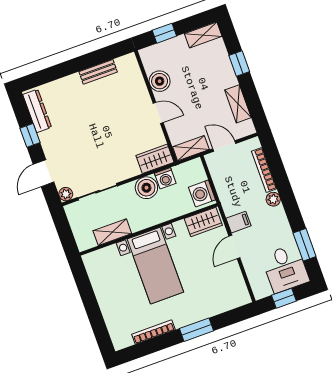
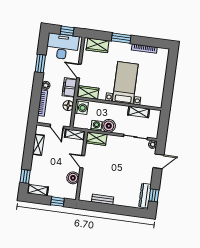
window: (239, 63) -> (25, 176), moved
window: (30, 135) -> (154, 195), moved
floor lamp: (224, 186) -> (68, 106), added
filing cabinet: (238, 222) -> (69, 87), width x2.00
window: (305, 245) -> (40, 64), moved
door: (234, 247) -> (79, 71), swing flipped
desk: (285, 268) -> (62, 47), width x1.37
wardrobe: (227, 300) -> (98, 45), added

